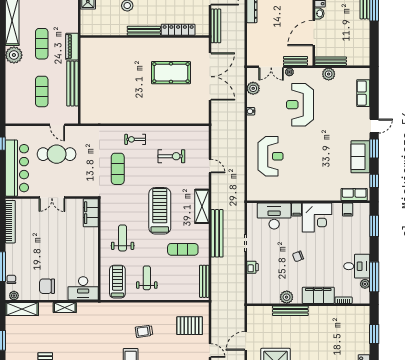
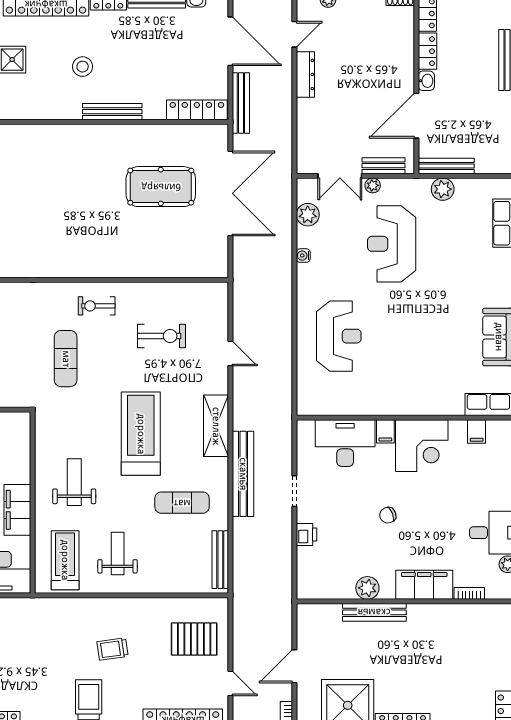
locker: (178, 30) -> (197, 110), moved
filing cabinet: (91, 213) -> (17, 510), moved

